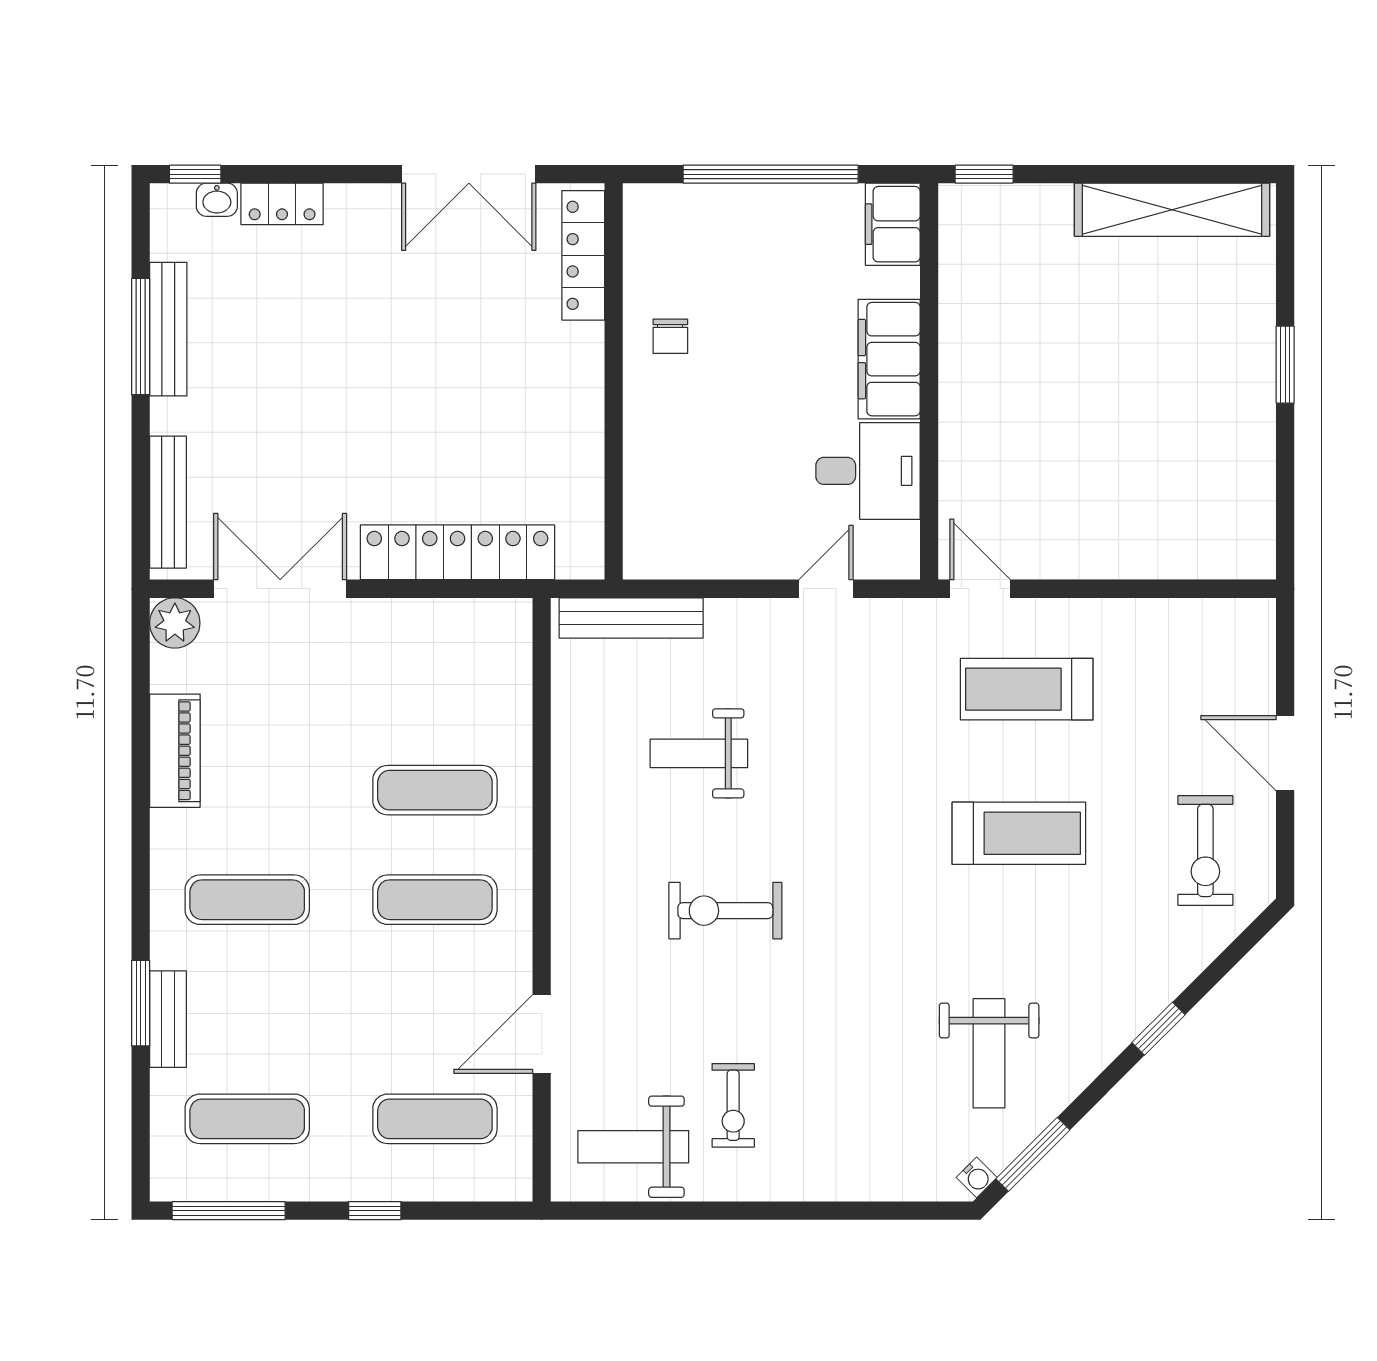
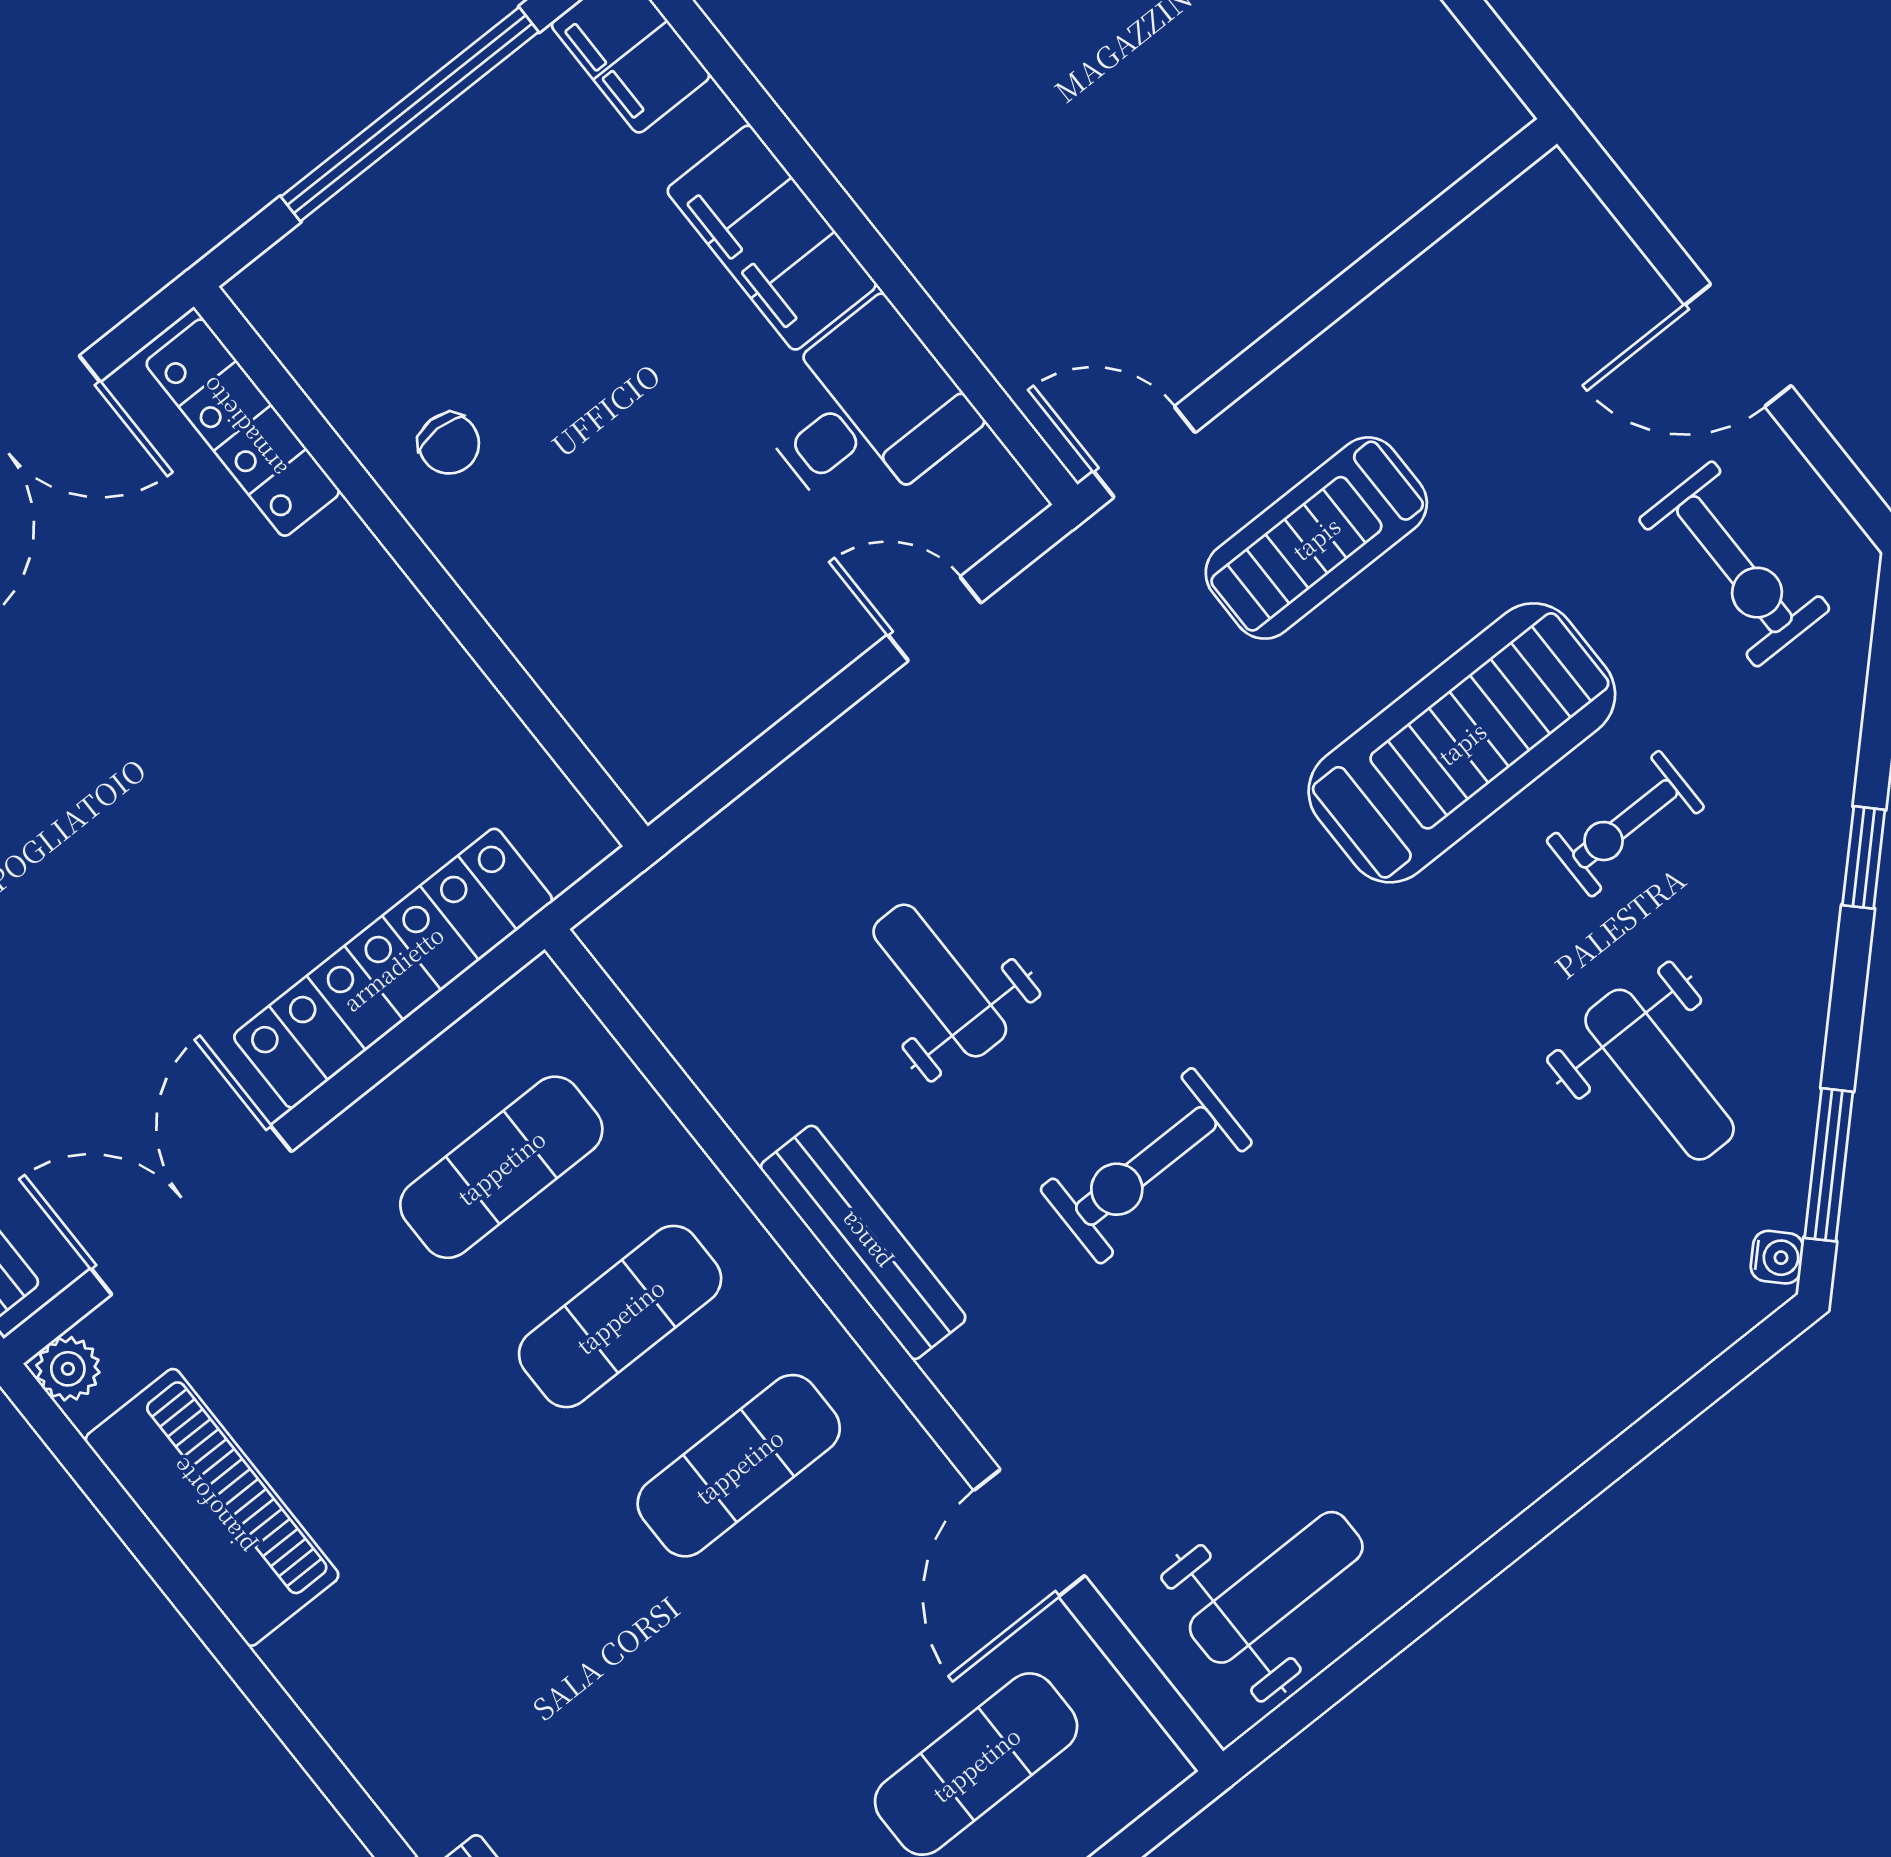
door: (826, 589) -> (934, 619), hinge flipped
bench: (631, 618) -> (863, 1242), moved, turned 90
plant: (175, 623) -> (68, 1369), width x0.73, depth x0.73
piano: (175, 751) -> (212, 1507), width x1.37, depth x1.33
weight bench: (699, 753) -> (940, 981), turned 90
treadmill: (1019, 833) -> (1462, 743), width x1.37, depth x1.37
exercise mat: (247, 900) -> (501, 1167), moved
exercise bike: (733, 1105) -> (1625, 824), moved, turned 90
weight bench: (633, 1147) -> (1276, 1587), turned 180

